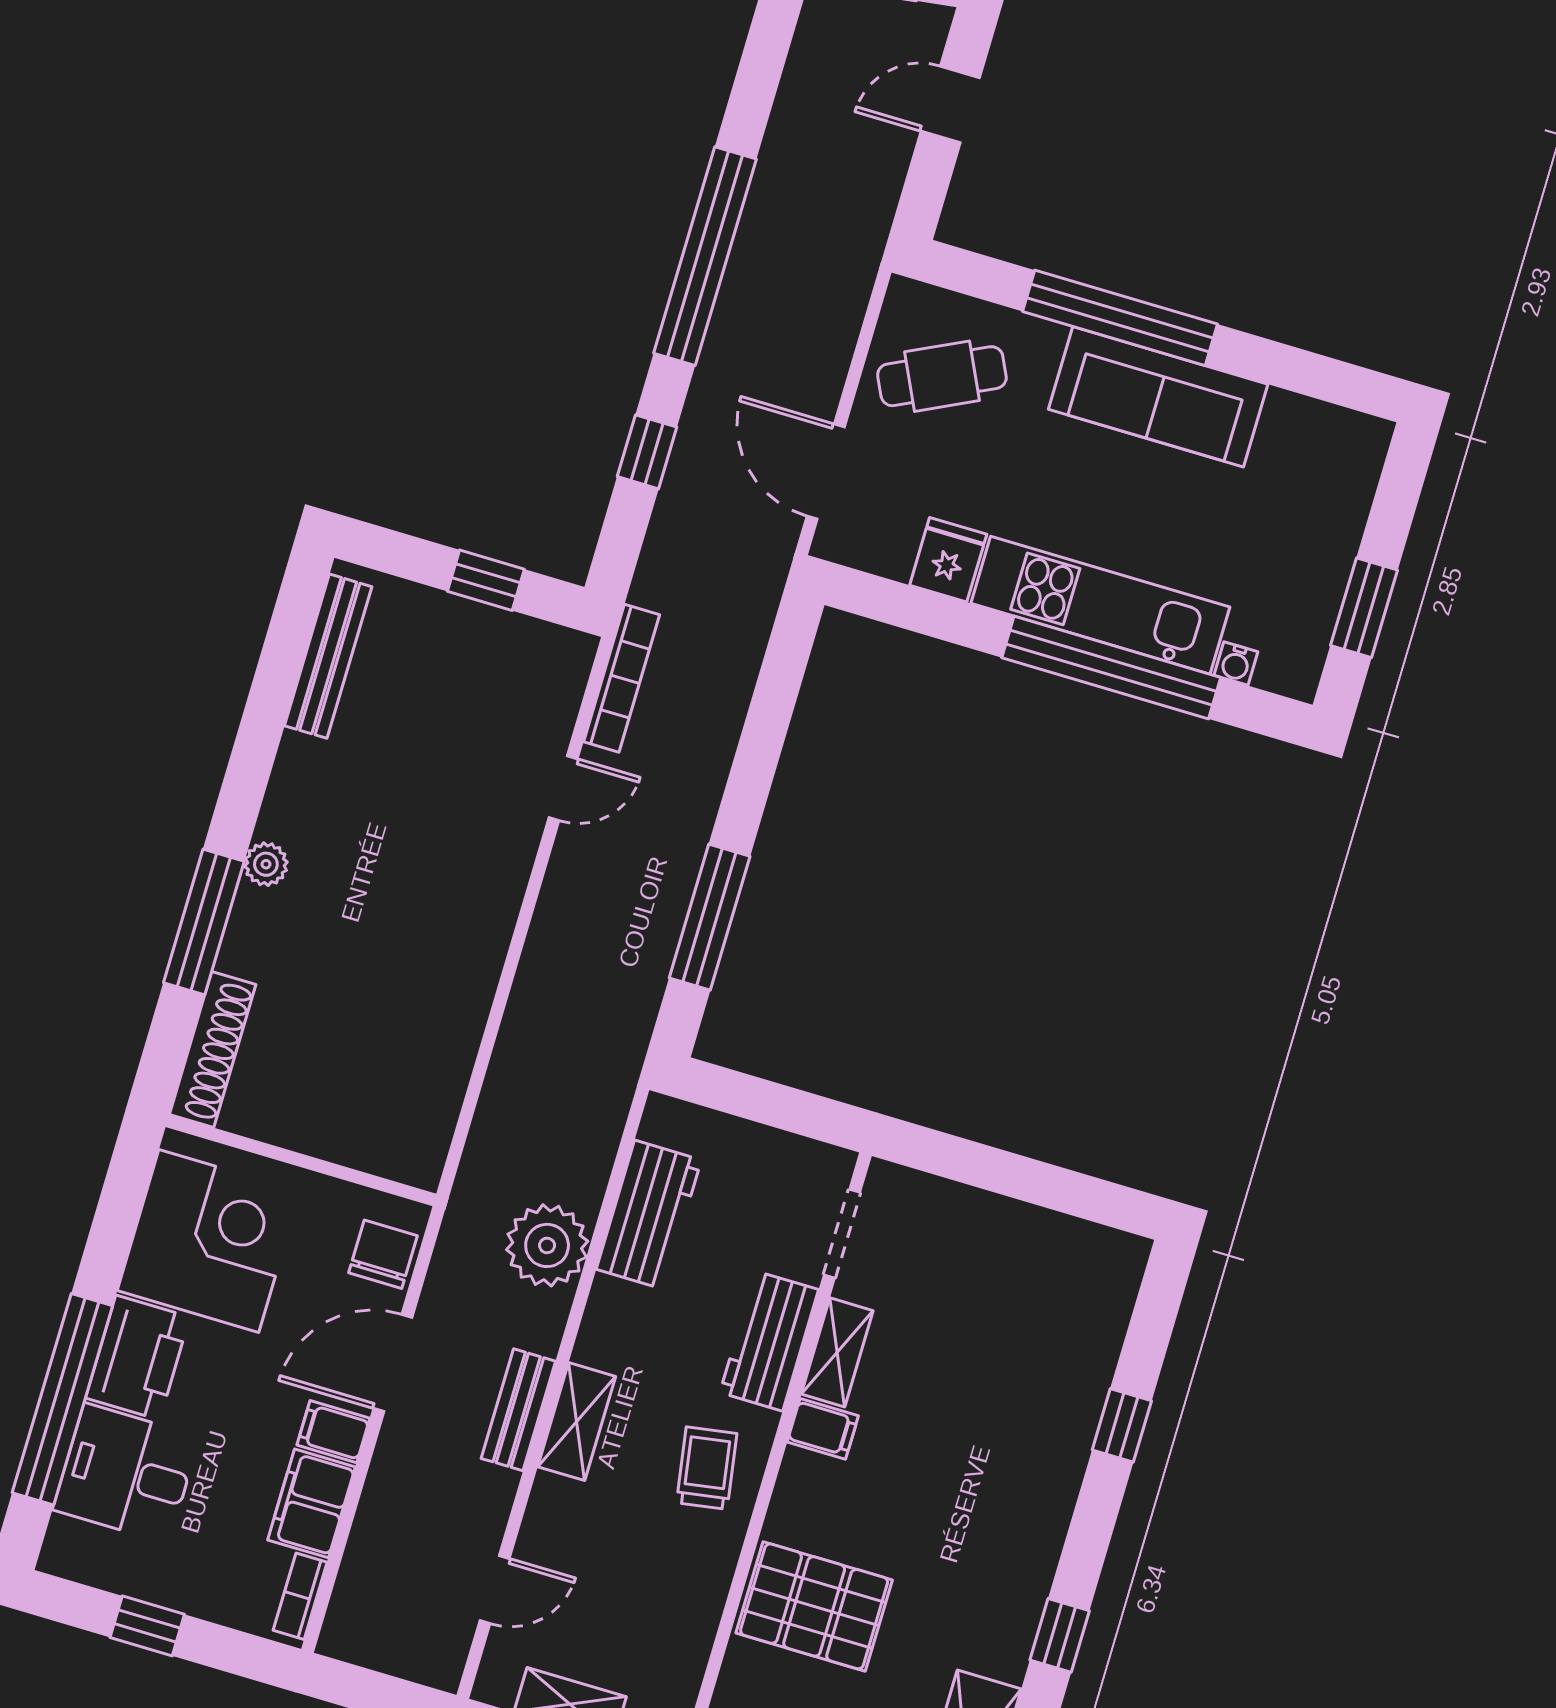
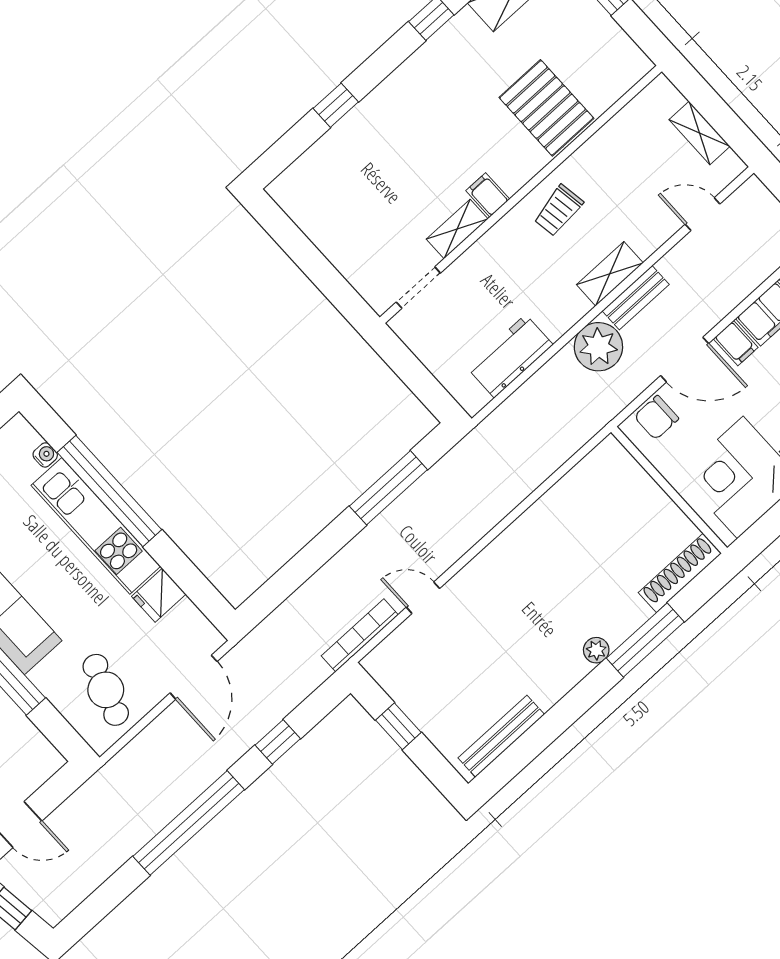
cafe table: (942, 376) -> (106, 690), turned 45
plant: (547, 1245) -> (598, 347), moved
workbench: (769, 1341) -> (488, 256), removed

